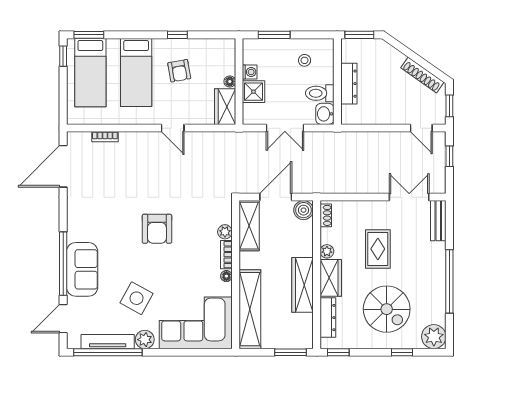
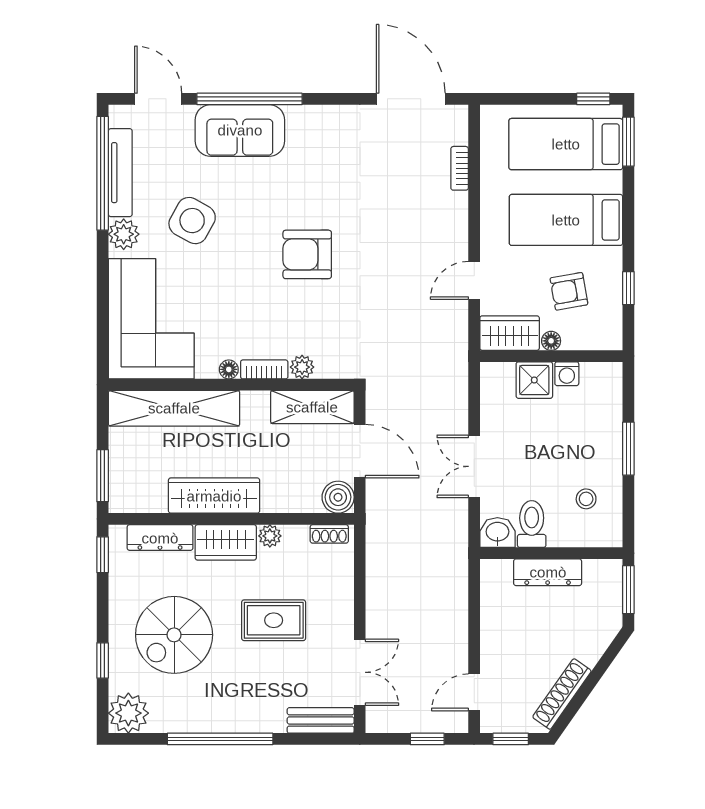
washing machine: (250, 72) -> (567, 374), moved
floor lamp: (230, 81) -> (551, 341), moved
wall: (239, 81) -> (551, 356), moved
shower: (253, 92) -> (534, 380), moved
wardrobe: (225, 107) -> (510, 333), moved

